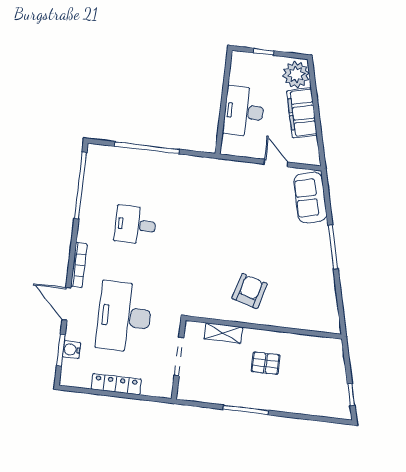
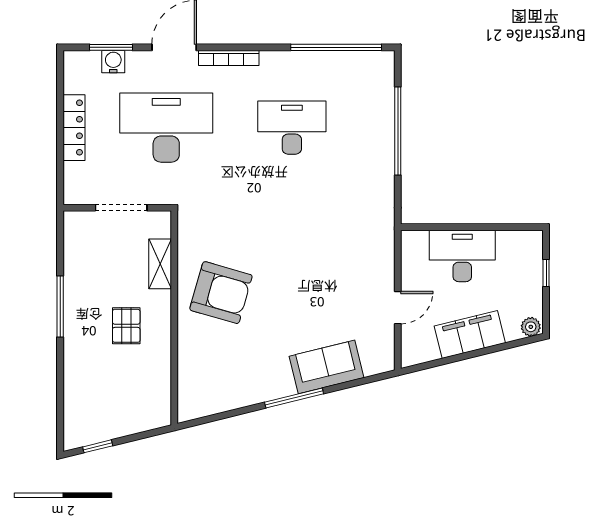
plant: (296, 75) -> (531, 327), width x0.53, depth x0.53
sofa: (310, 198) -> (327, 367), moved
desk: (135, 225) -> (292, 128), width x1.37
armchair: (250, 291) -> (221, 293), width x1.36, depth x1.36

